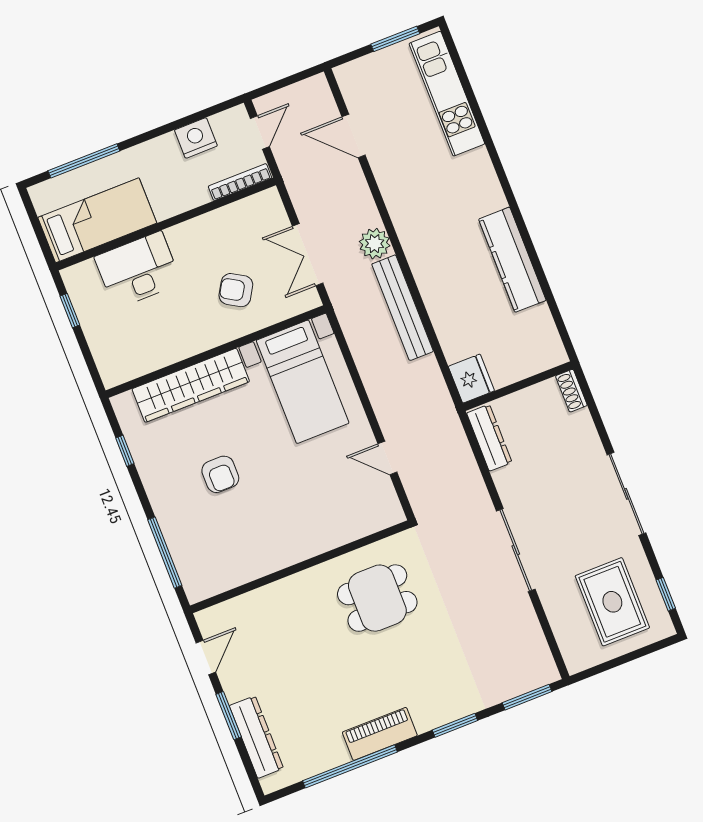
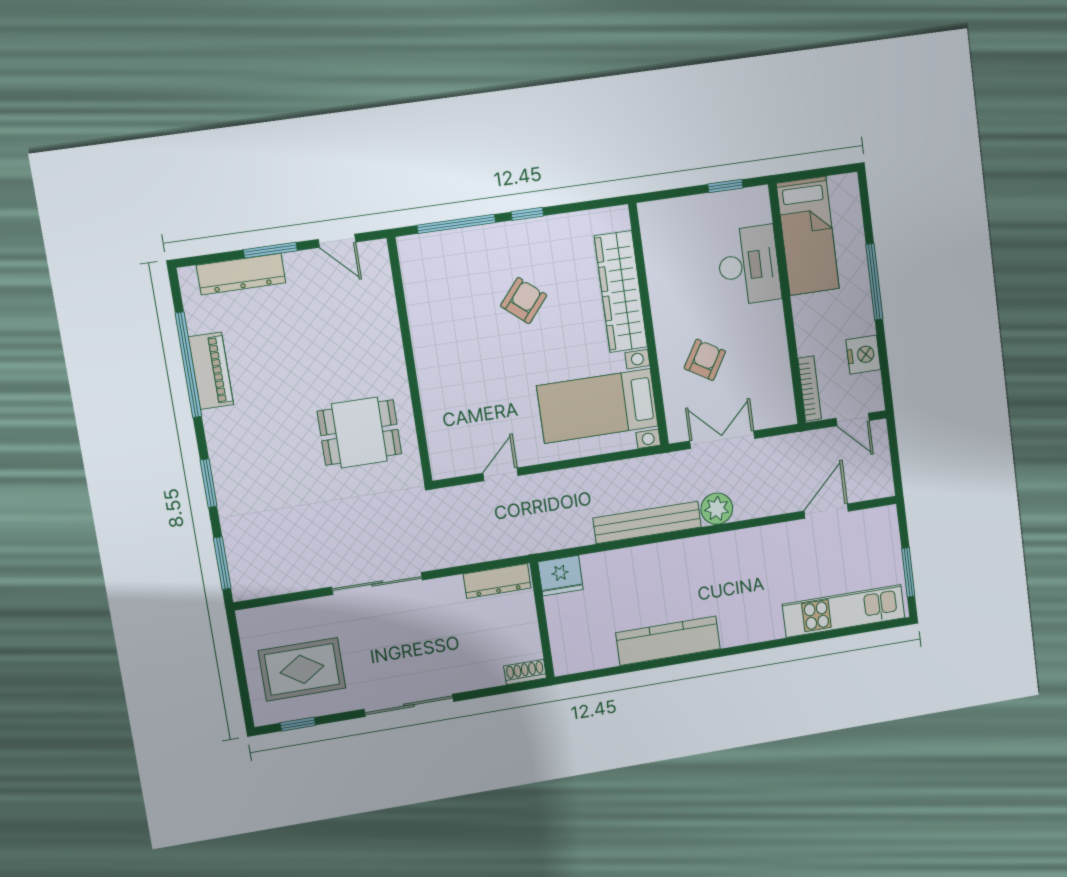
window: (84, 161) -> (874, 282), moved
window: (125, 451) -> (527, 214), moved
armchair: (220, 474) -> (524, 301), turned 130
dining table: (377, 598) -> (359, 433), turned 90
piano: (380, 734) -> (211, 371), moved

